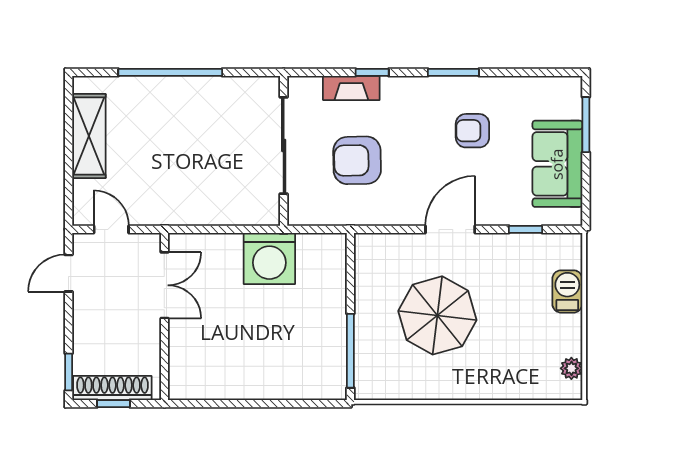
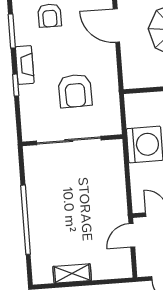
fireplace: (351, 88) -> (25, 65), moved
shelving: (89, 136) -> (72, 273), width x0.67, depth x0.75
door: (111, 229) -> (132, 235), moved

